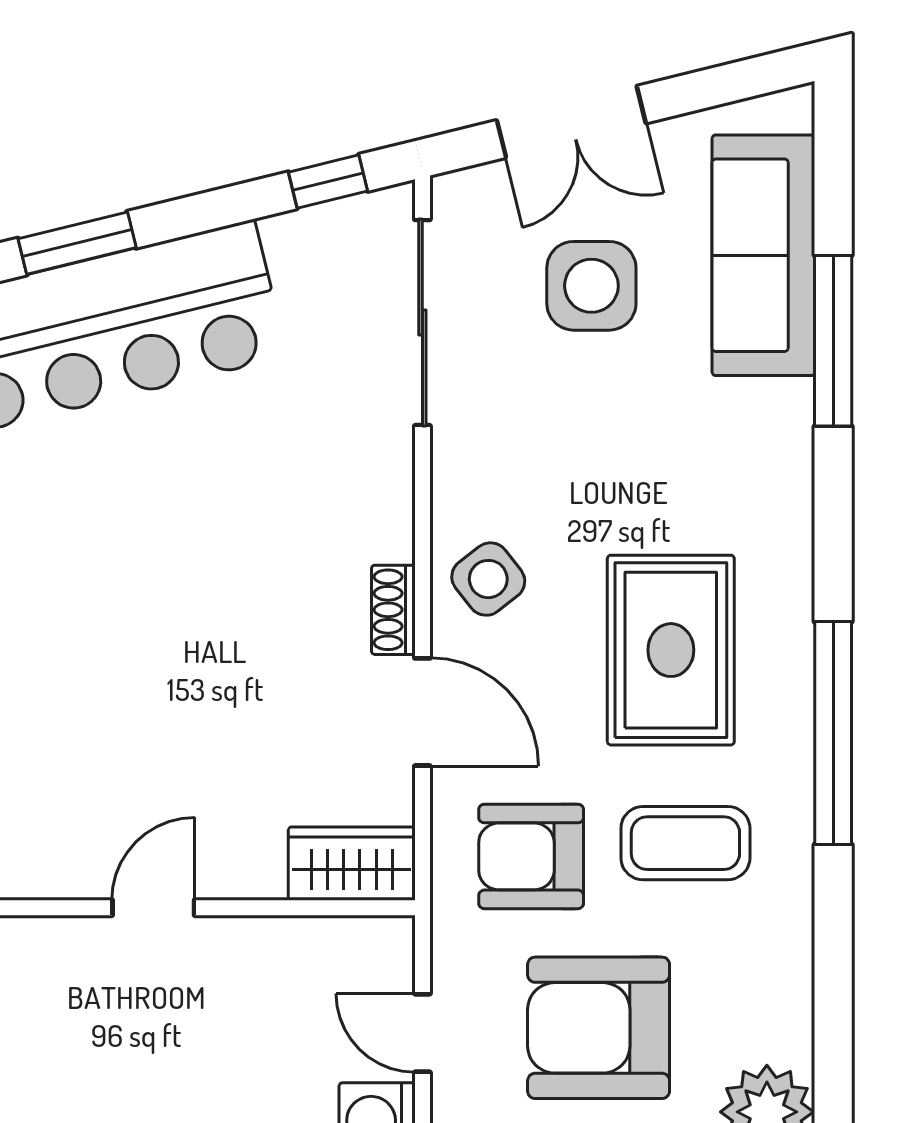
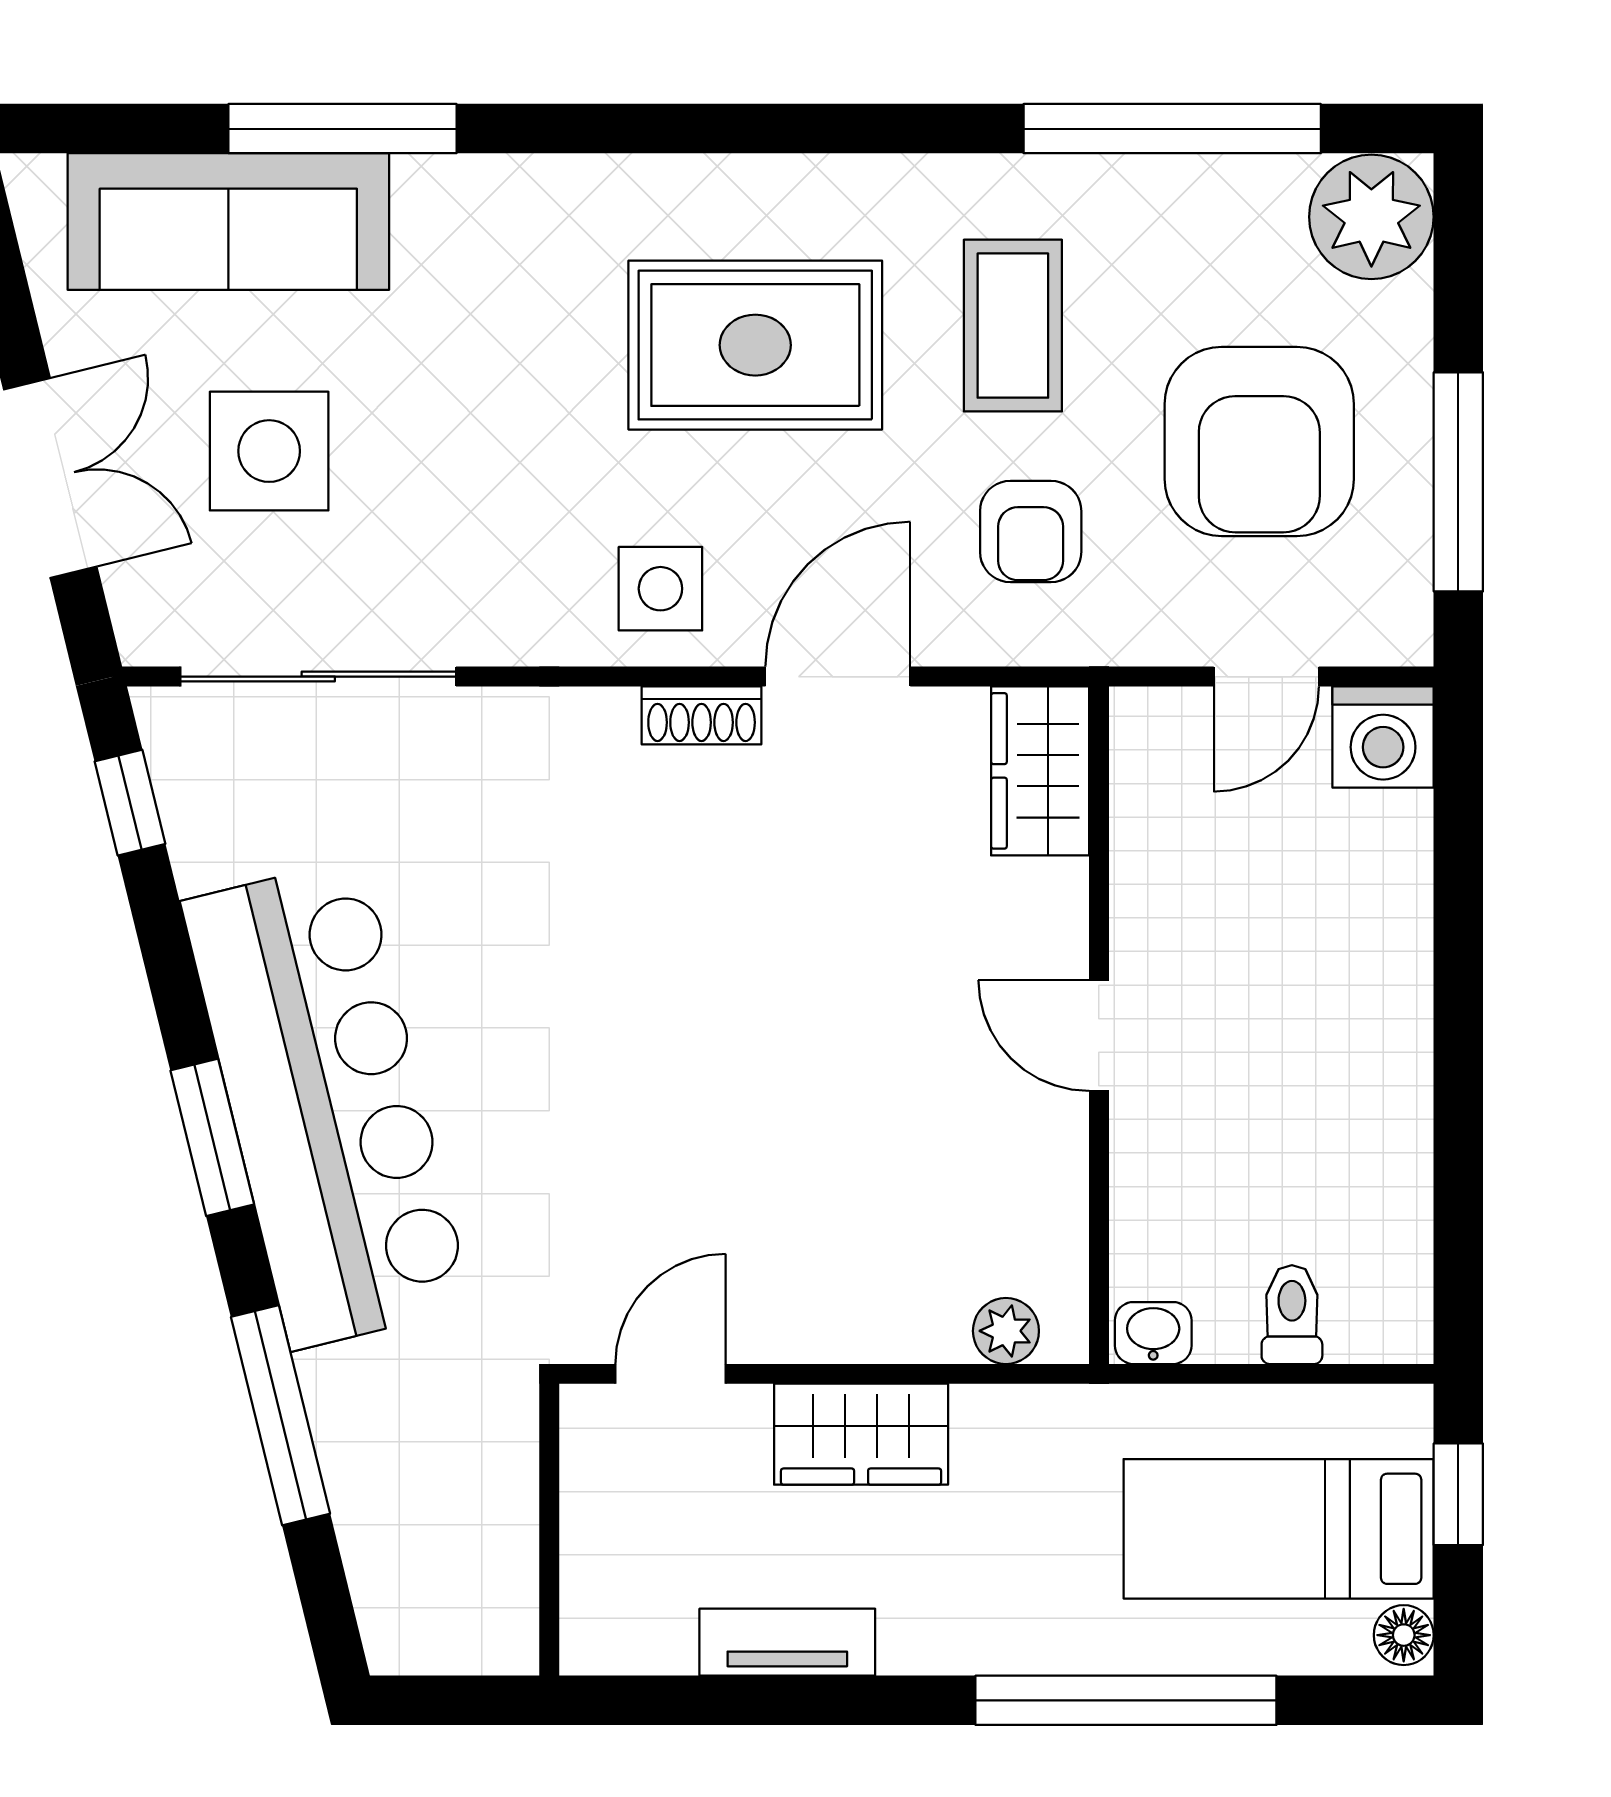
side table: (488, 579) -> (660, 589), turned 38
window: (833, 733) -> (1172, 129), moved
armchair: (531, 856) -> (1031, 532), width x0.72, depth x0.72

